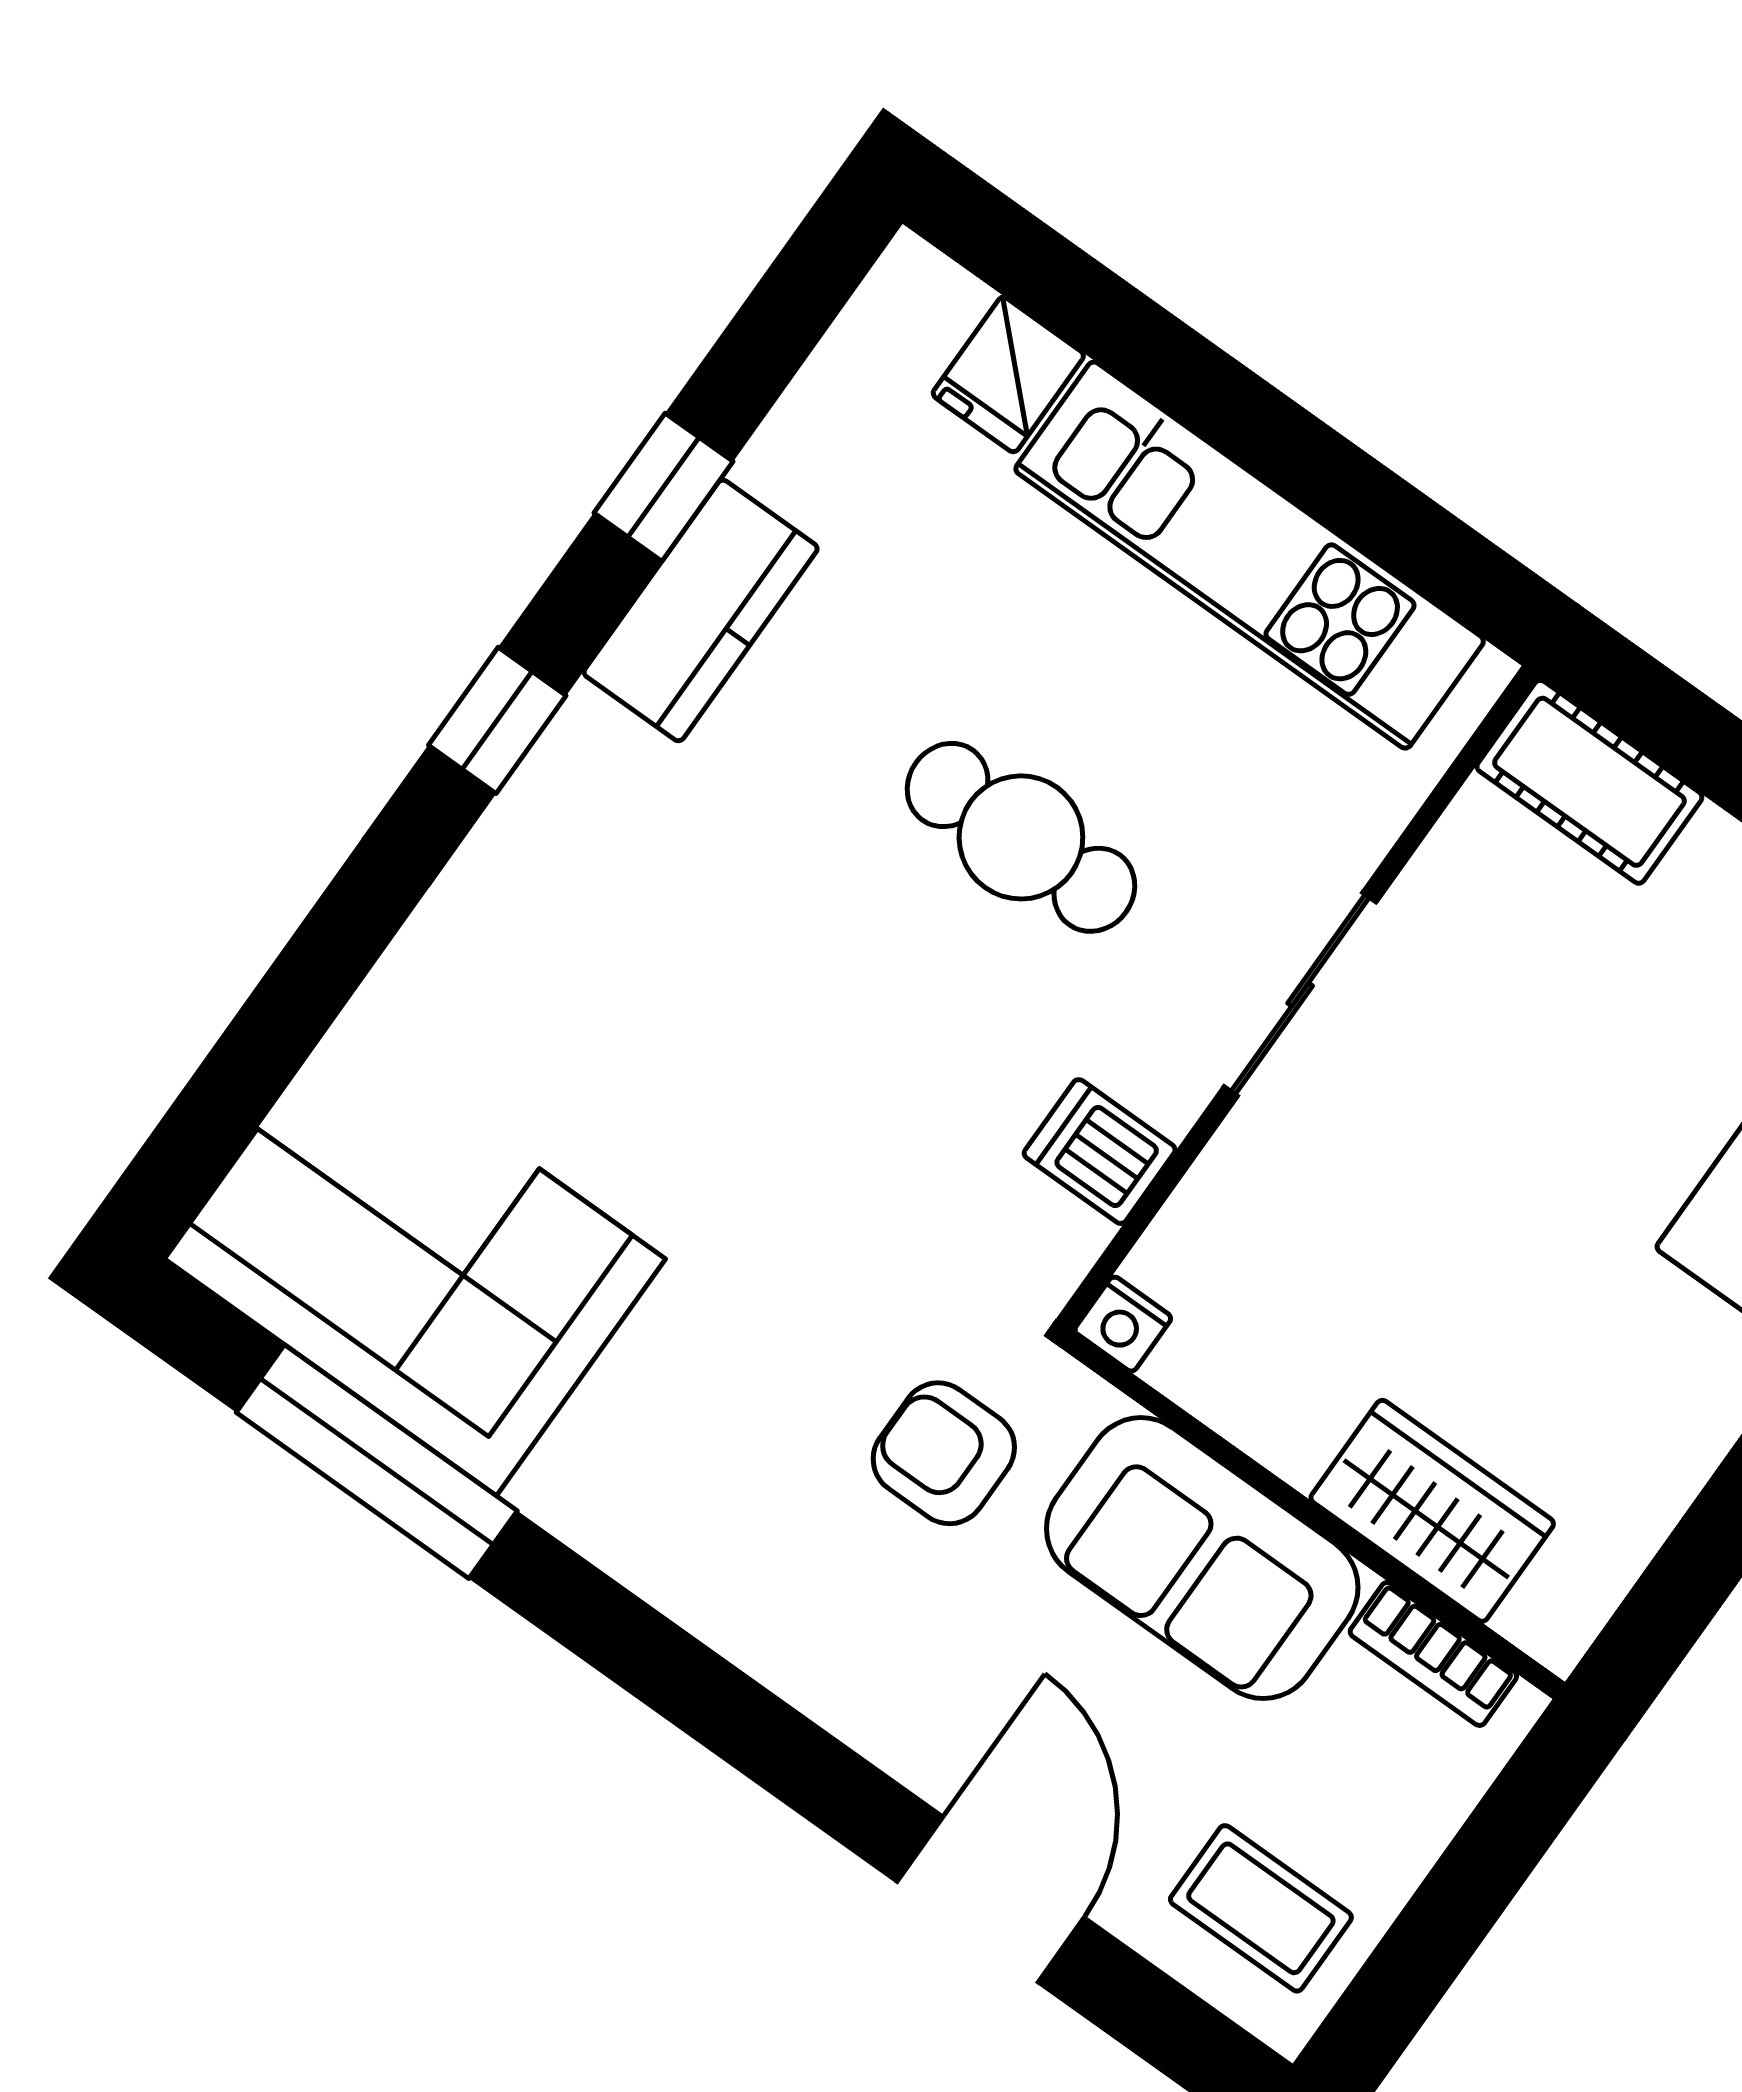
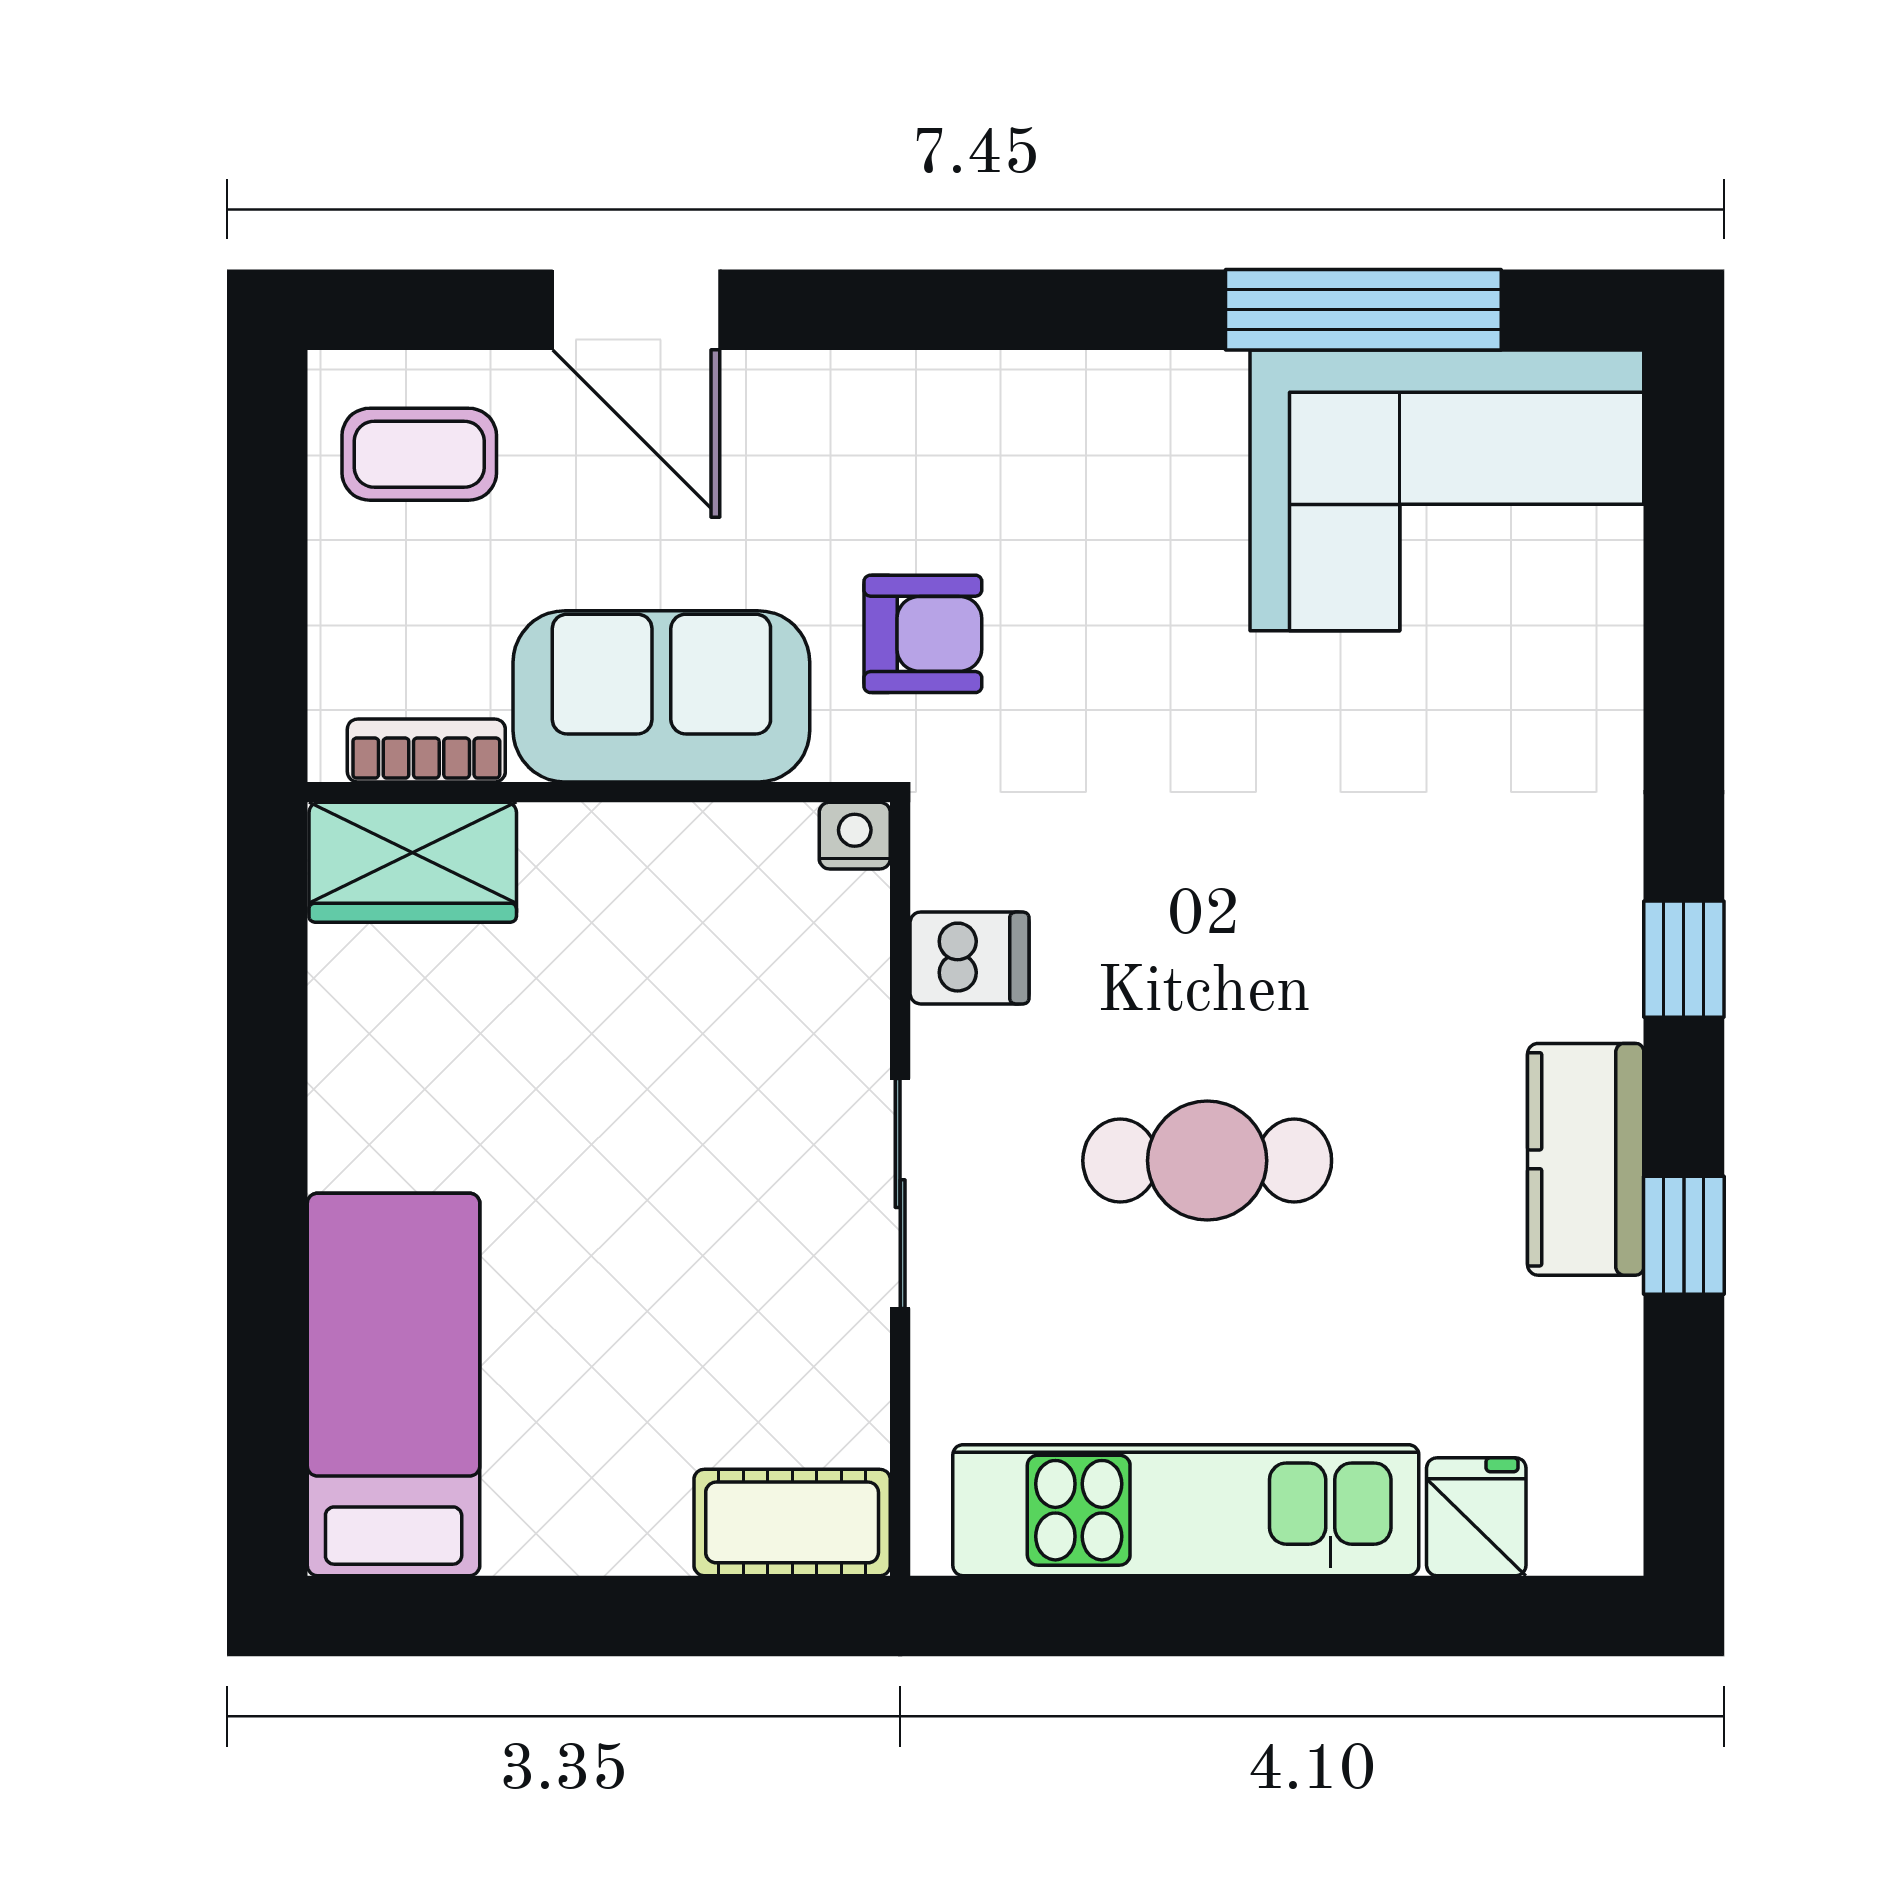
wardrobe: (1432, 1511) -> (413, 862), moved

